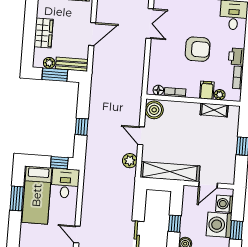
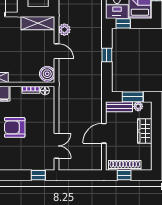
double door: (150, 24) -> (57, 146), swing flipped
shelving: (170, 172) -> (38, 23), width x0.68

